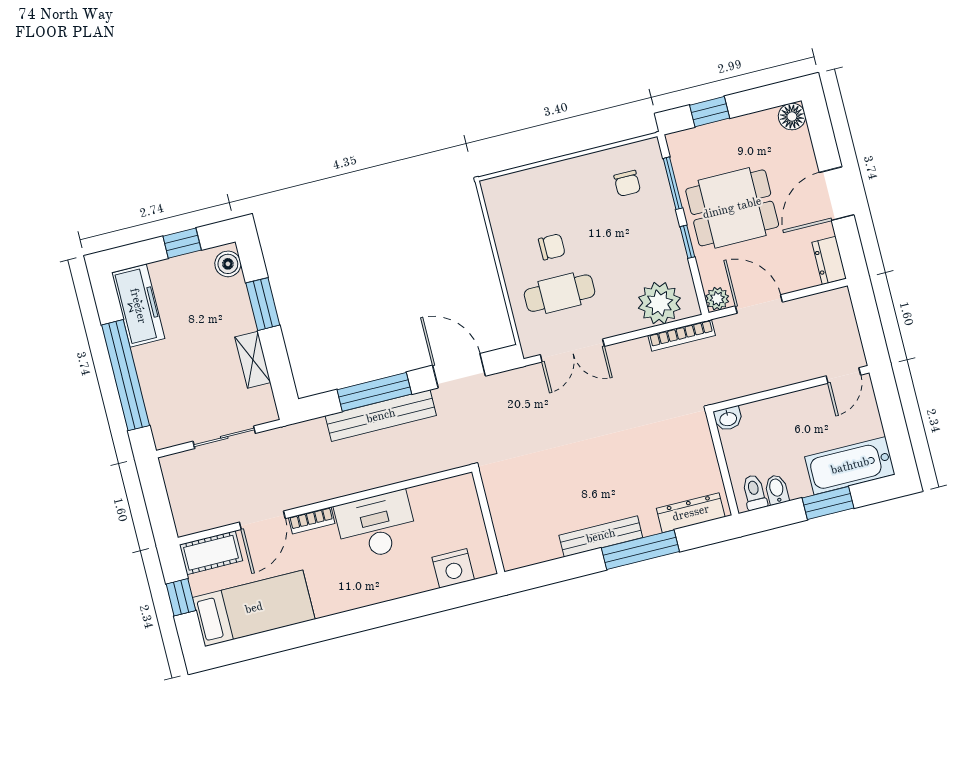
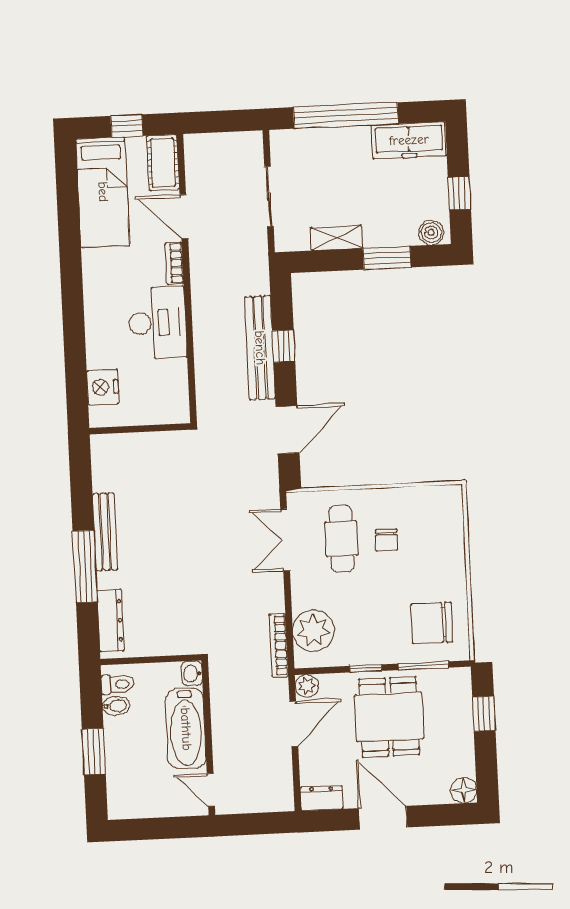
chair: (627, 183) -> (432, 623), width x1.87, depth x1.87
window: (374, 392) -> (284, 346), width x0.46
bathtub: (850, 466) -> (186, 729), moved, turned 180

